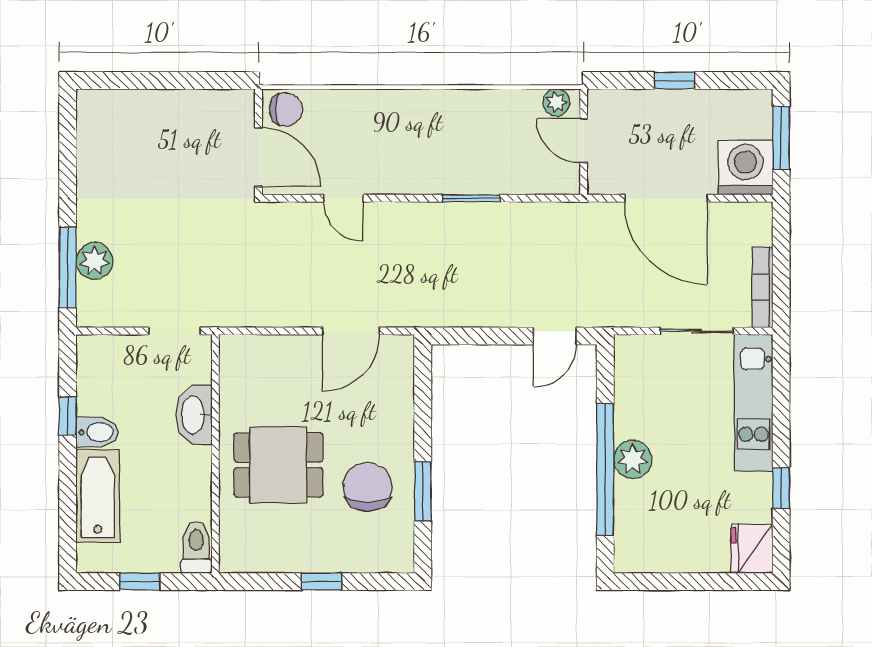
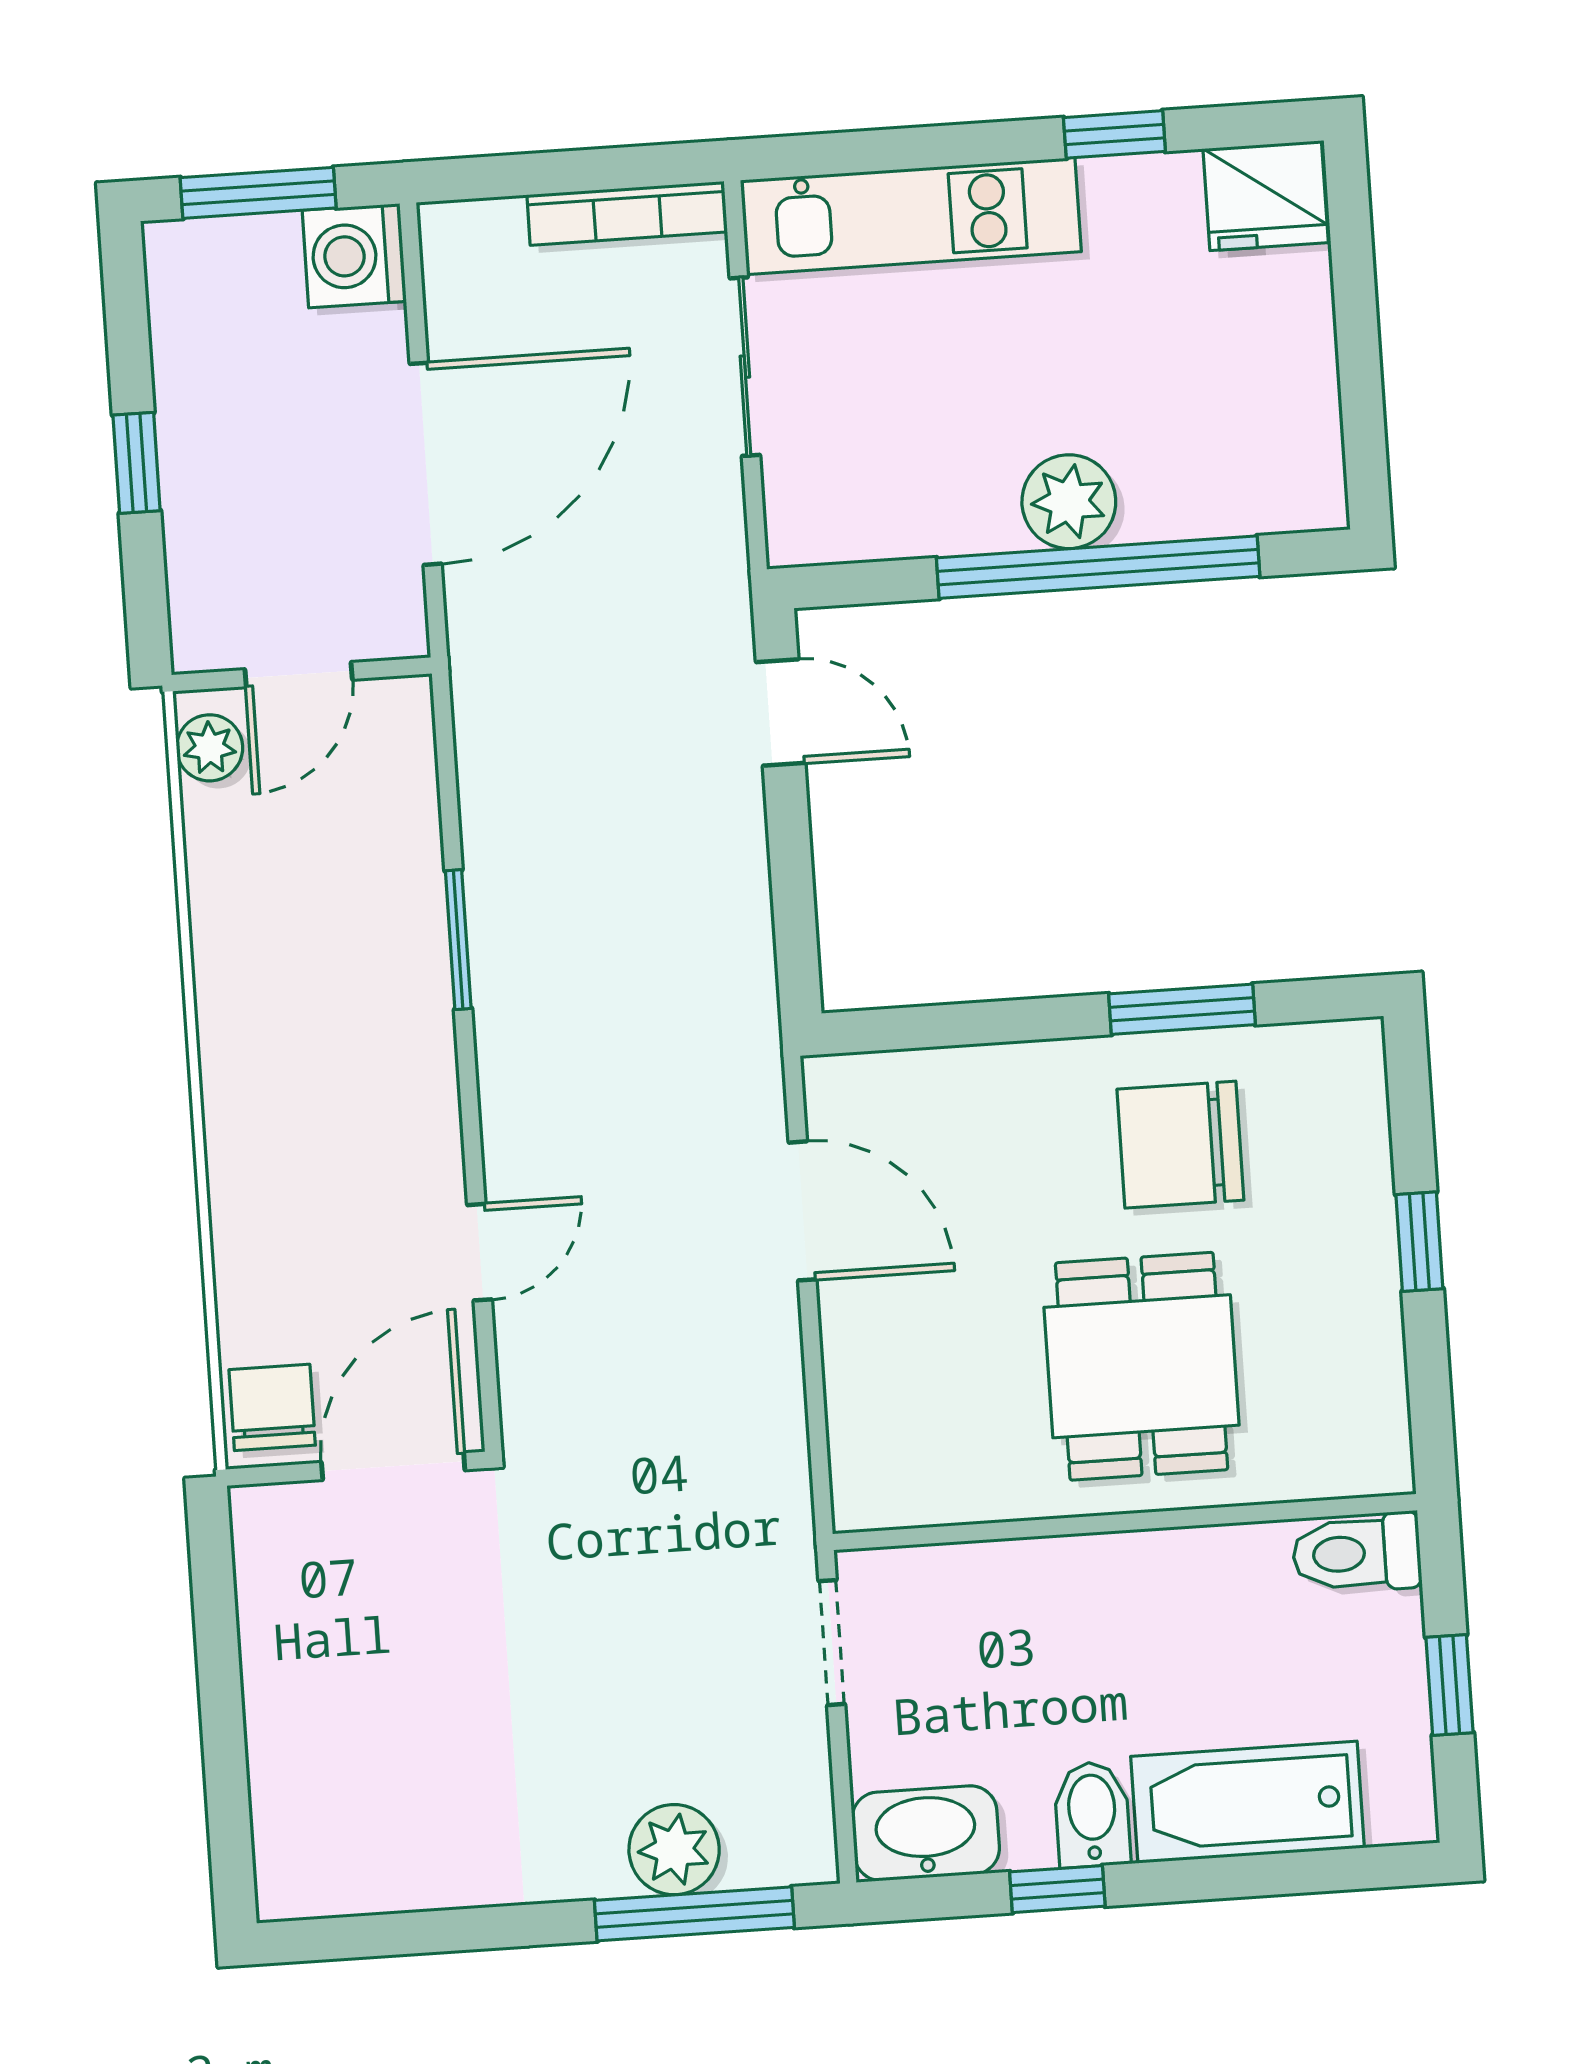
washing machine: (745, 167) -> (354, 256), width x0.73, depth x0.73
washbasin: (194, 415) -> (926, 1833), moved, turned 180

